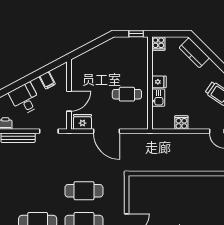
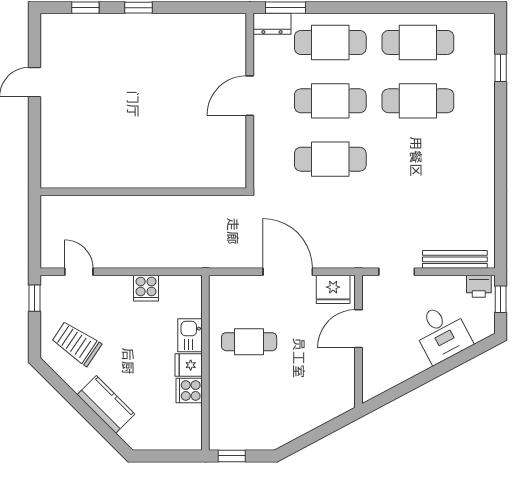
cooker: (158, 44) -> (189, 390), moved, turned -90
kitchen counter: (194, 53) -> (106, 404), moved
filing cabinet: (47, 80) -> (400, 368), removed

